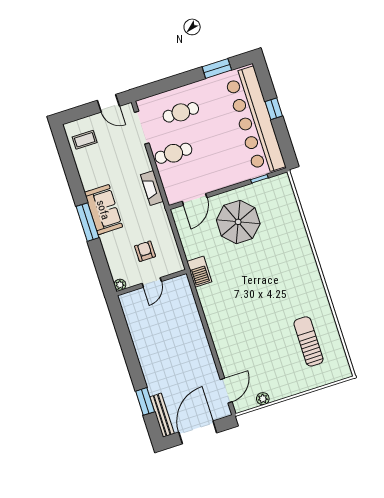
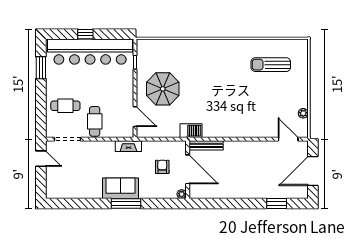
door: (108, 103) -> (41, 159), hinge flipped
cafe table: (181, 112) -> (65, 106), turned 90
coffee table: (85, 140) -> (63, 186), removed
fireplace: (152, 188) -> (128, 146), moved
armchair: (145, 251) -> (162, 167), turned 90
door: (152, 282) -> (188, 169), width x1.88
bench: (162, 415) -> (206, 145), moved
door: (198, 432) -> (313, 171), hinge flipped

